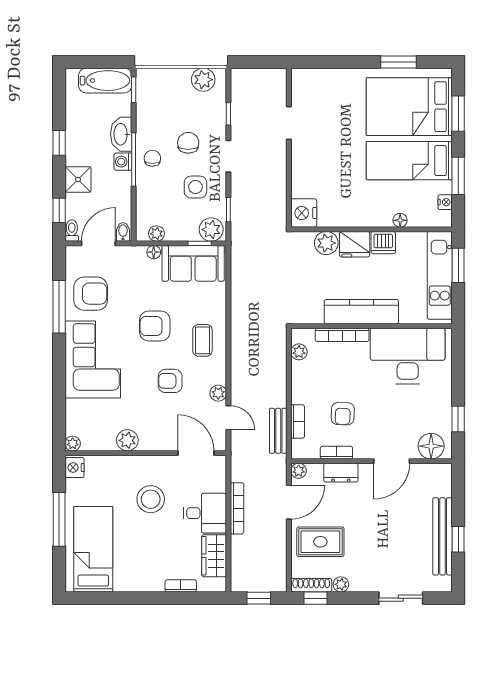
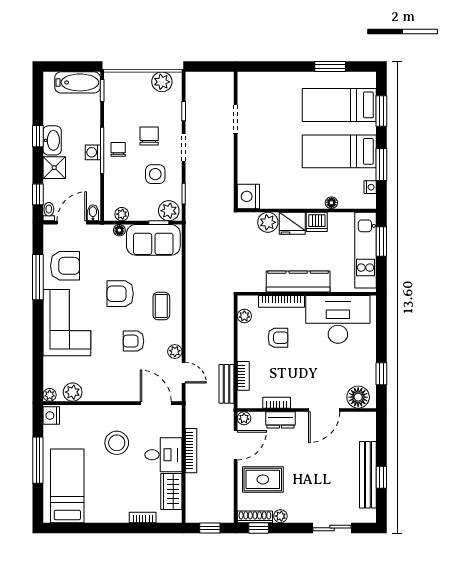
bed: (409, 107) -> (339, 105), width x0.67
washbasin: (121, 134) -> (52, 140), moved, turned 180
armchair: (343, 414) -> (278, 338), moved, turned -92
plant: (127, 440) -> (73, 392), moved

